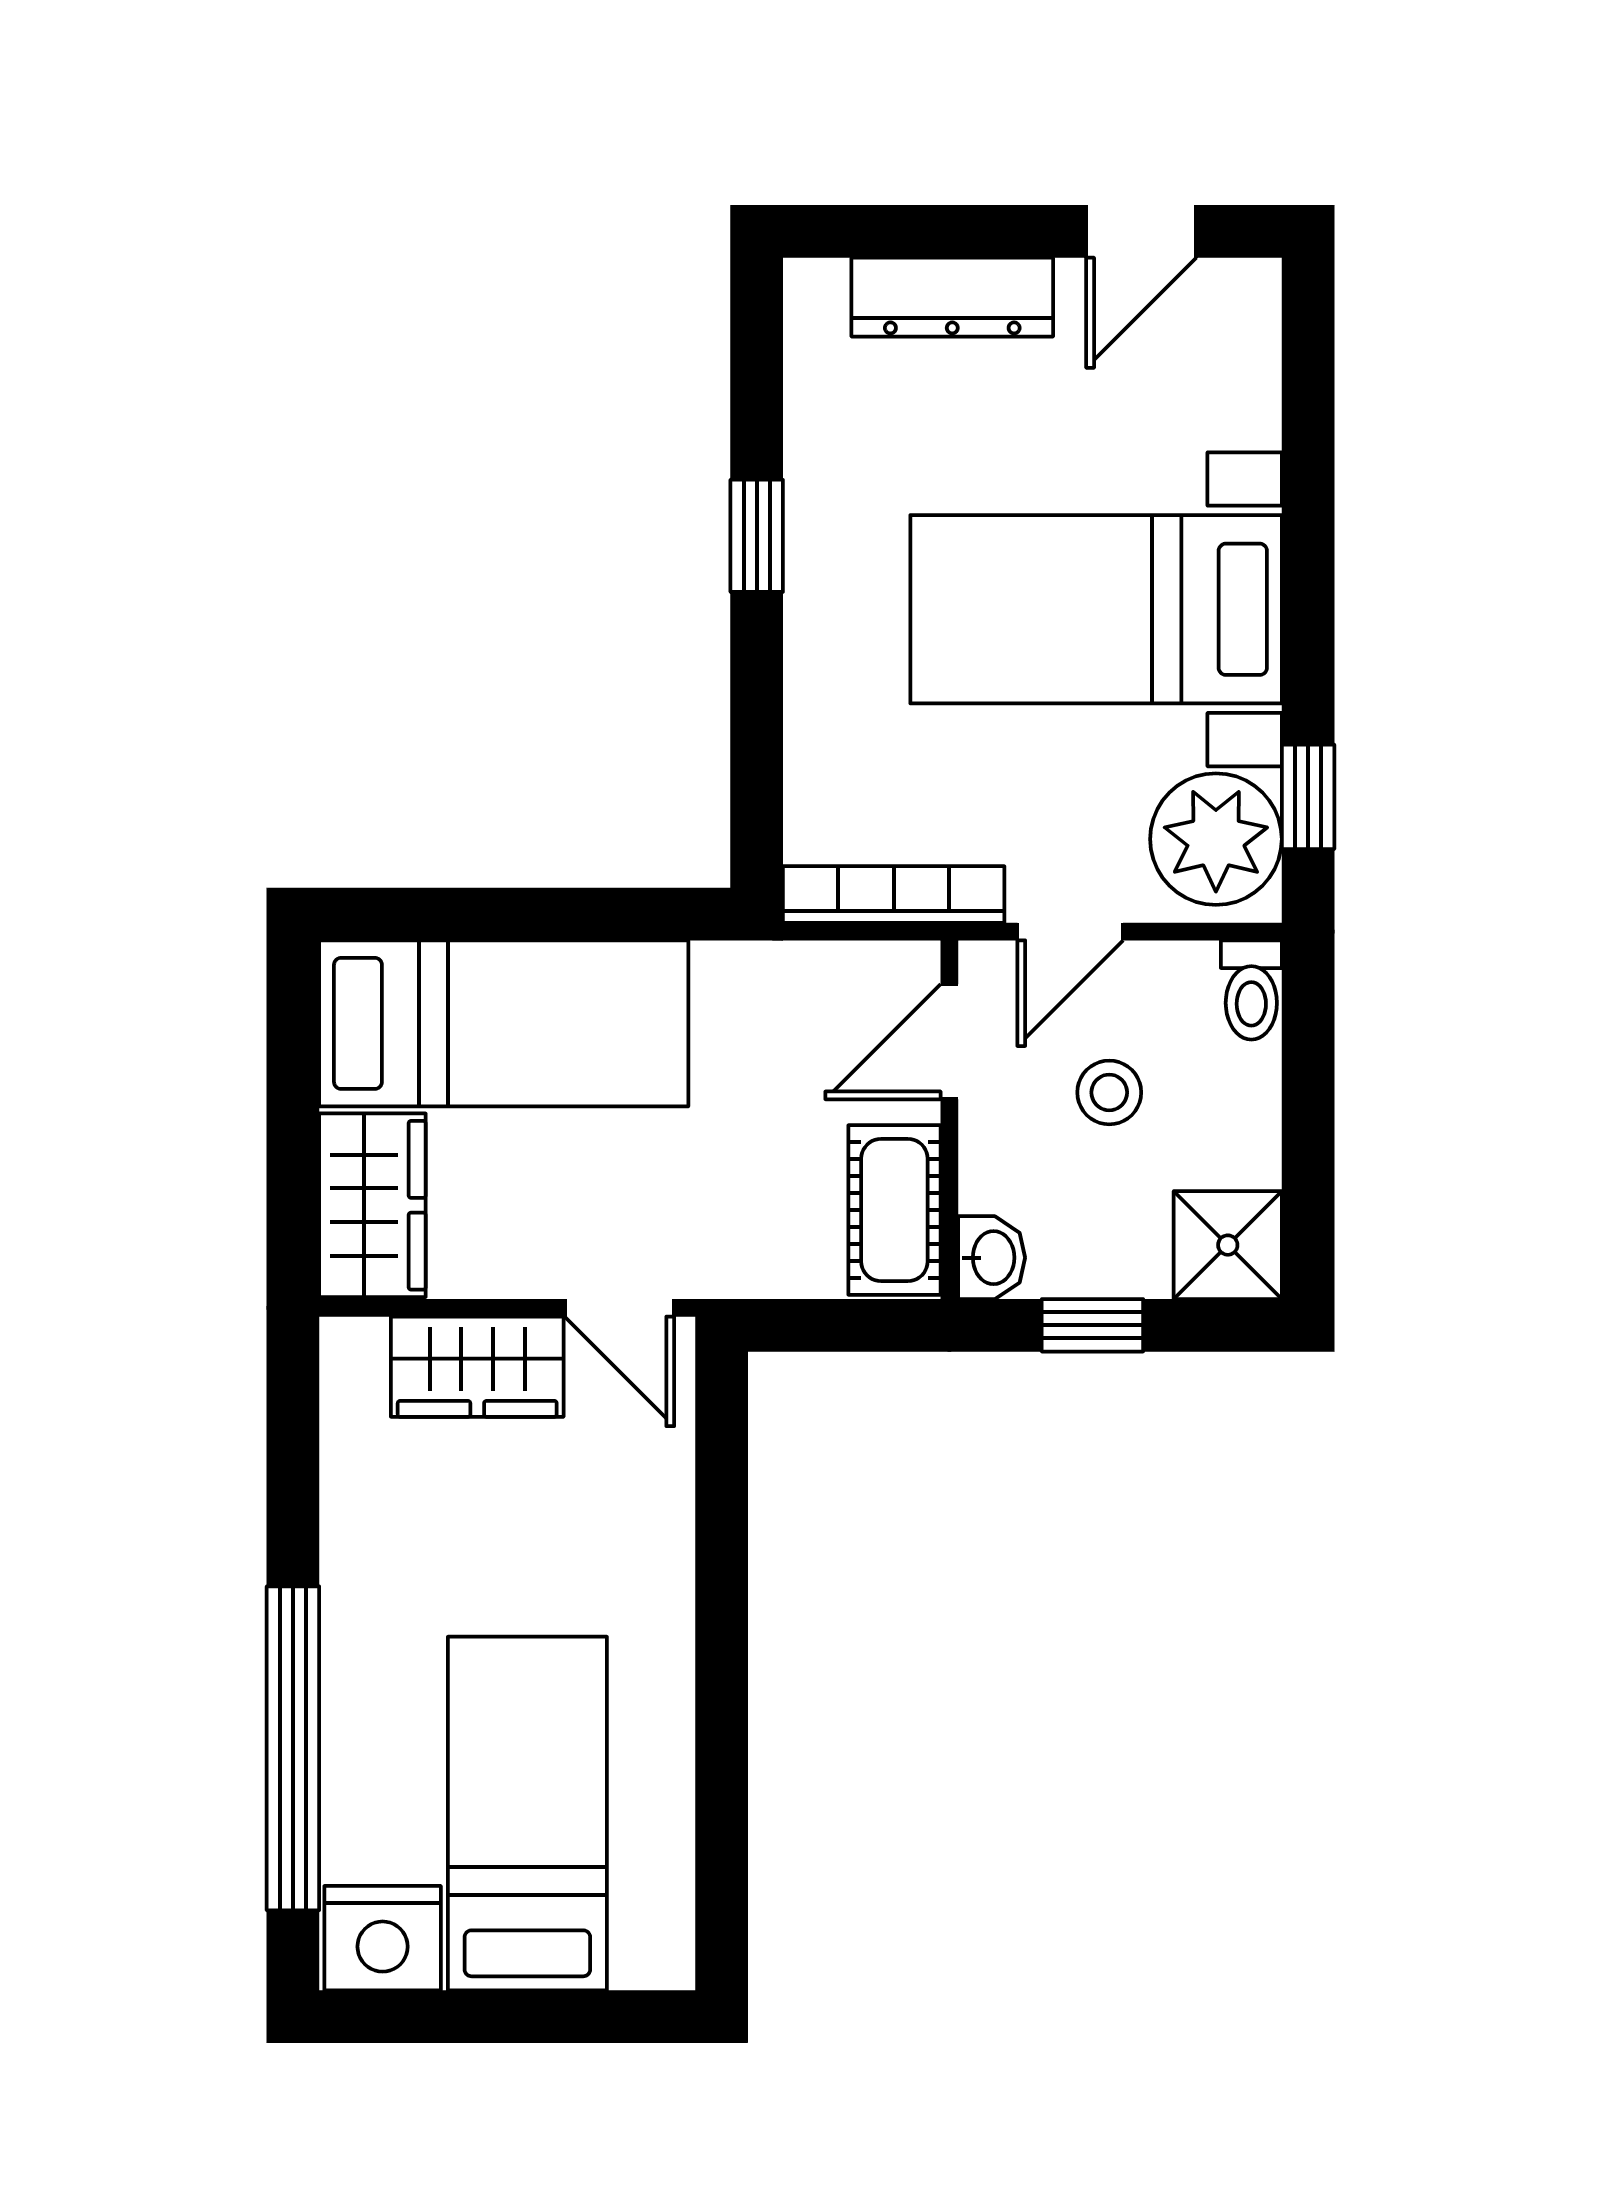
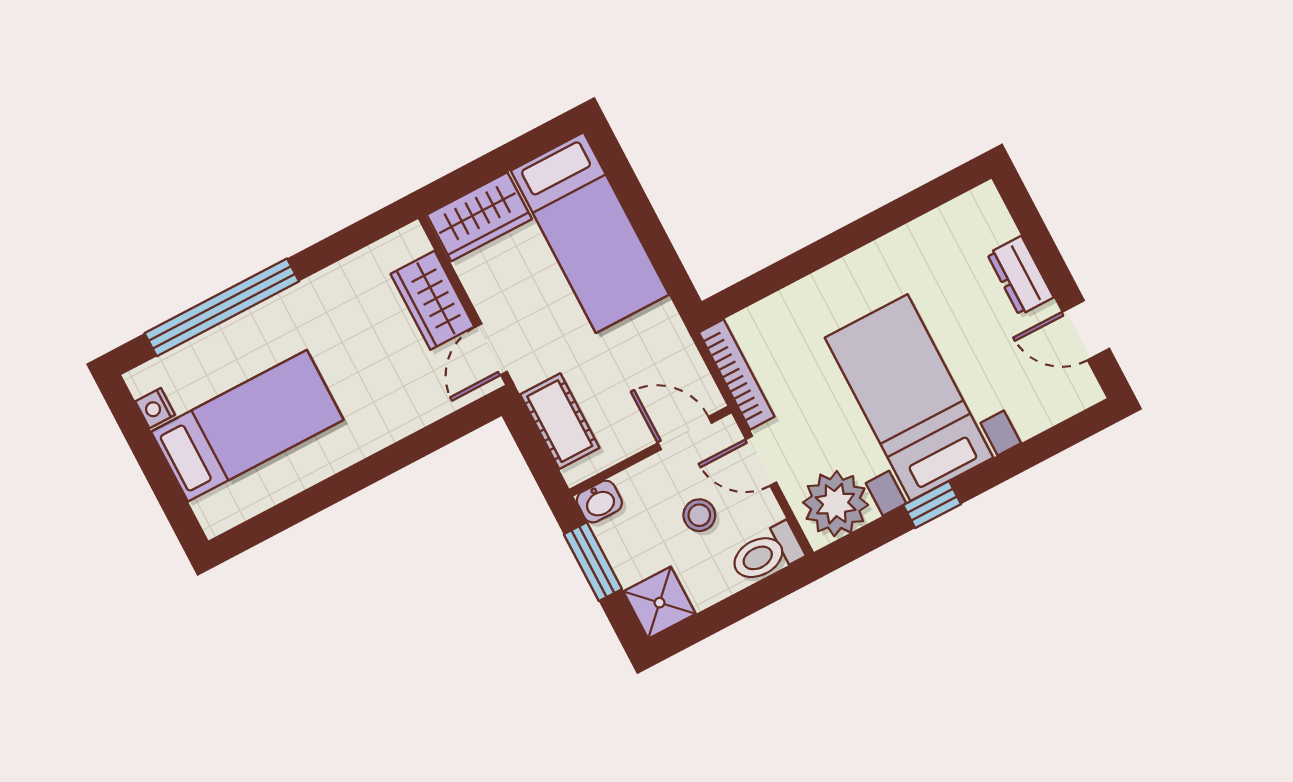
dresser: (952, 297) -> (1020, 276), width x0.70
window: (757, 536) -> (863, 231), removed
window: (1308, 797) -> (932, 505), moved
toilet: (1251, 990) -> (766, 553), width x1.37, depth x1.39
cot: (894, 1210) -> (560, 421), moved, turned 90
window: (1092, 1325) -> (593, 562), width x1.50
nightstand: (383, 1938) -> (155, 408), width x0.53, depth x0.56

